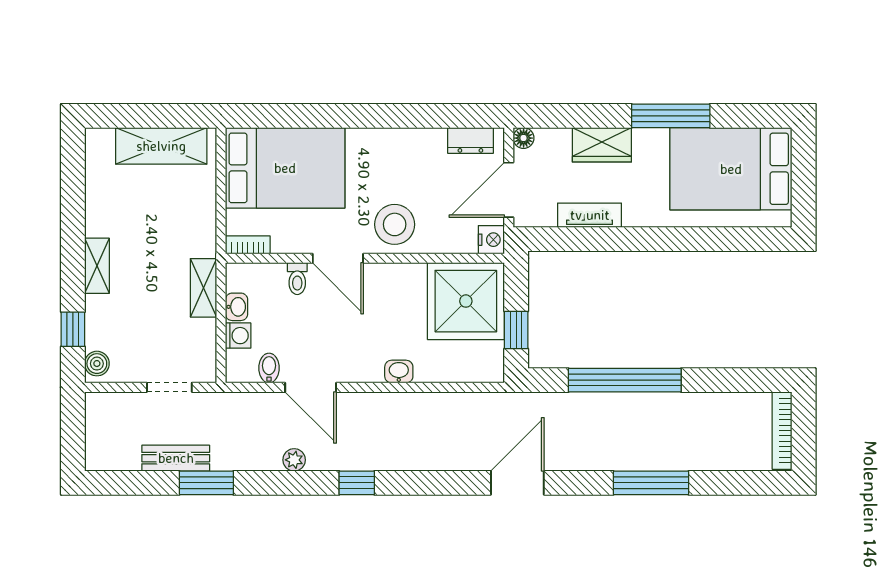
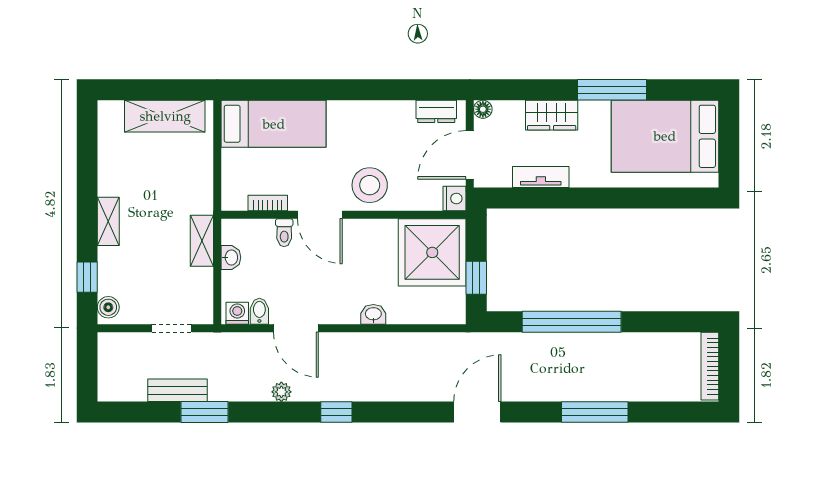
bed: (285, 168) -> (274, 124), width x0.67
bookcase: (248, 245) -> (268, 203), moved
washing machine: (238, 336) -> (237, 313), moved, turned -90

